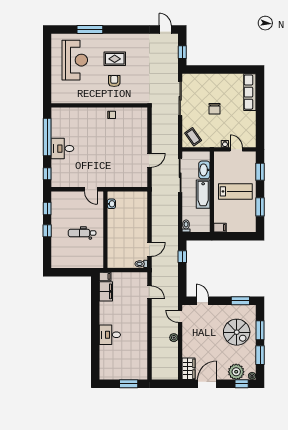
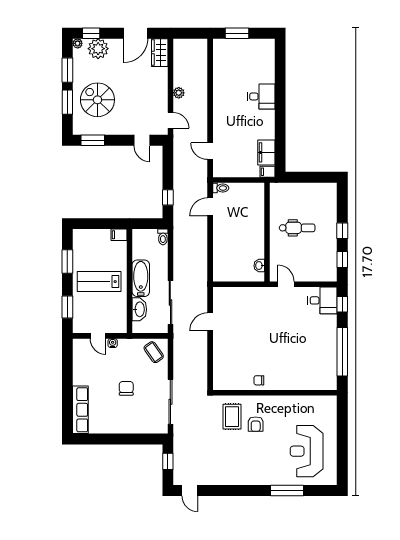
rug: (115, 59) -> (232, 417), moved, turned 90
desk: (62, 149) -> (322, 300), moved

